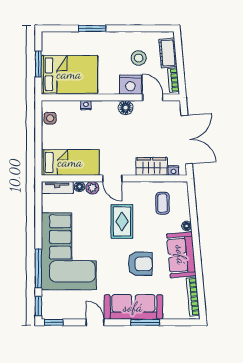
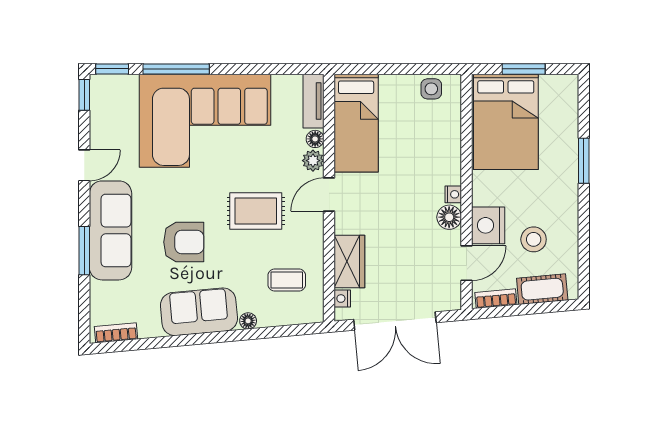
nightstand: (86, 105) -> (453, 194), moved
armchair: (140, 264) -> (184, 242), turned -90
bookcase: (193, 297) -> (116, 333), width x0.64

